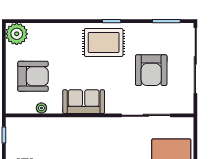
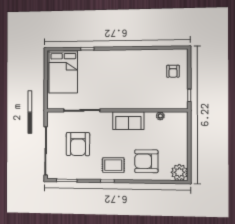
rug: (104, 42) -> (113, 165), width x0.73, depth x0.70
armchair: (151, 70) -> (78, 144), turned 180
armchair: (33, 76) -> (146, 161), moved

